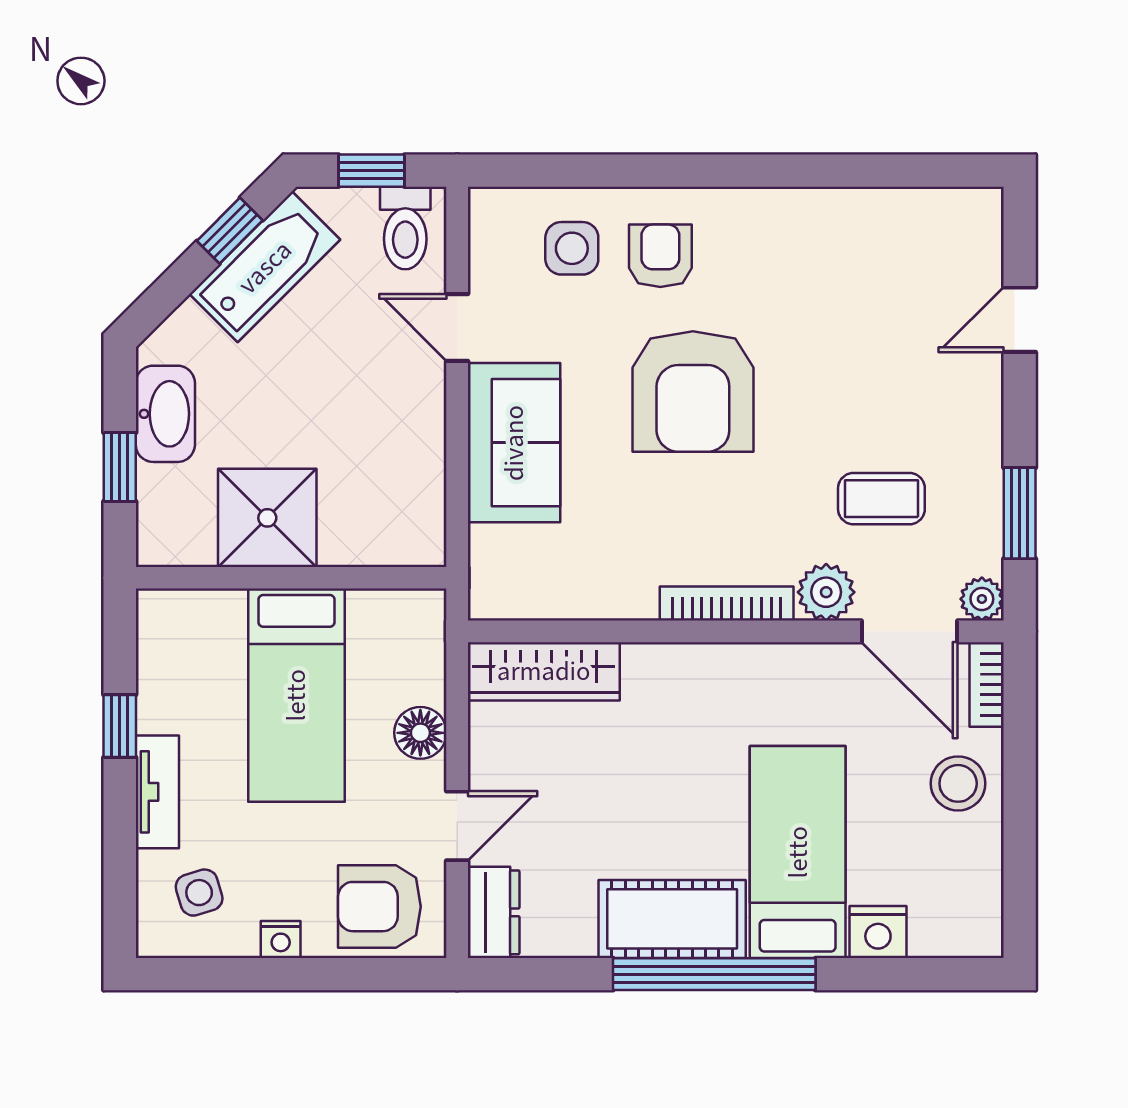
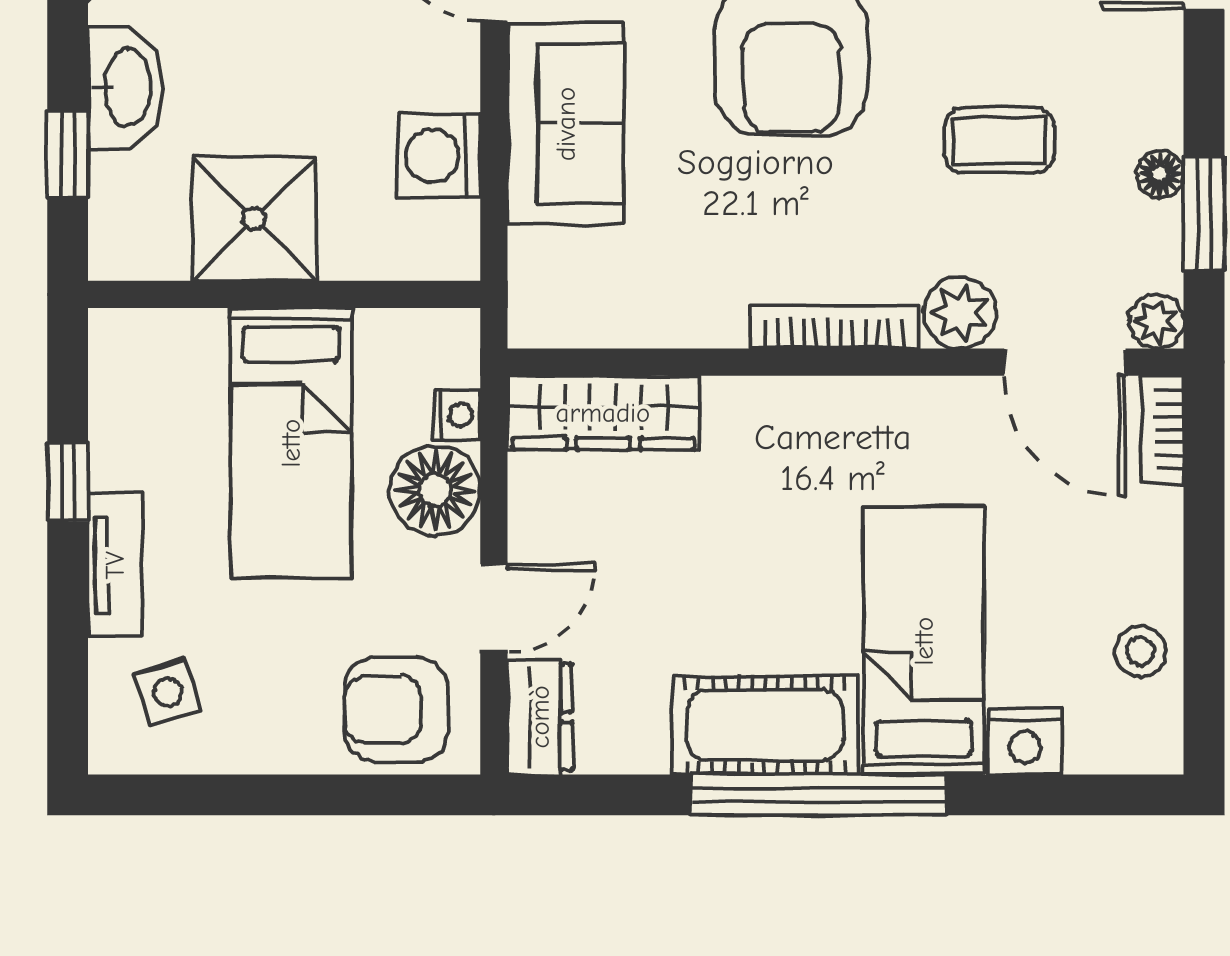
washing machine: (414, 468) -> (439, 156), added
floor lamp: (985, 482) -> (1160, 174), added
coffee table: (881, 499) -> (999, 140), moved
floor lamp: (420, 733) -> (435, 490), width x1.38, depth x1.38
stool: (958, 783) -> (1140, 651), moved, width x0.73, depth x0.73
nightstand: (281, 939) -> (457, 415), moved, turned -90

